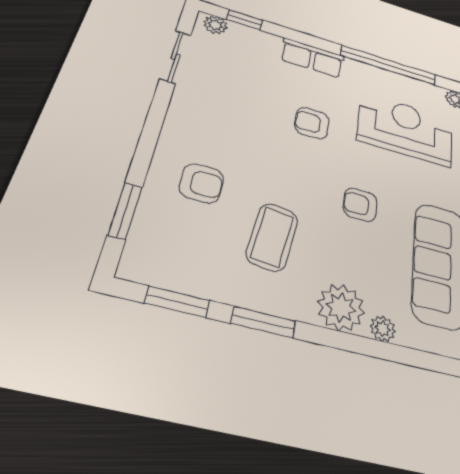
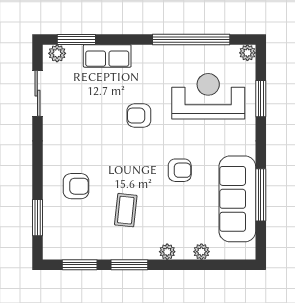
window: (244, 20) -> (76, 39), width x1.50
row of seats: (312, 58) -> (107, 56), moved
armchair: (360, 205) -> (180, 170), turned 180
coffee table: (272, 237) -> (126, 210), width x0.73, depth x0.77
plant: (341, 307) -> (167, 252), width x0.53, depth x0.53

